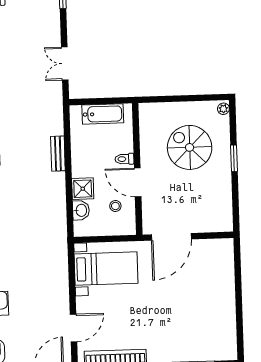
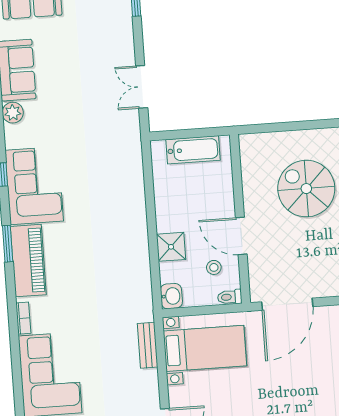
bench: (58, 154) -> (148, 345), moved
toilet: (124, 159) -> (230, 297), moved
washbasin: (81, 210) -> (171, 296), moved

